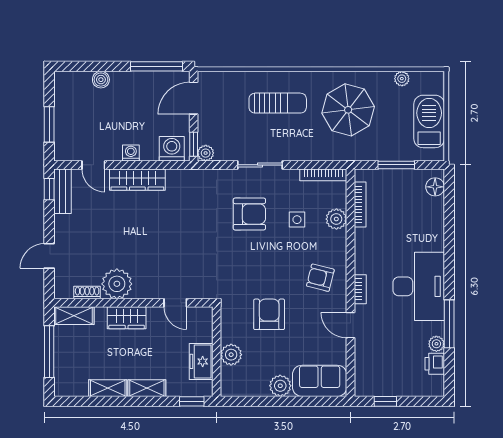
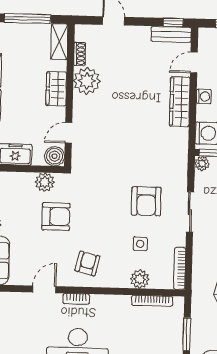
boiler: (202, 318) -> (55, 156), added
plant: (231, 355) -> (45, 182), moved

